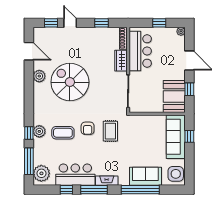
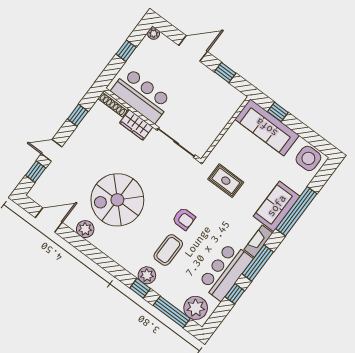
booth: (174, 97) -> (221, 95), removed
rug: (110, 131) -> (226, 181), moved
sofa: (145, 176) -> (277, 206), moved

